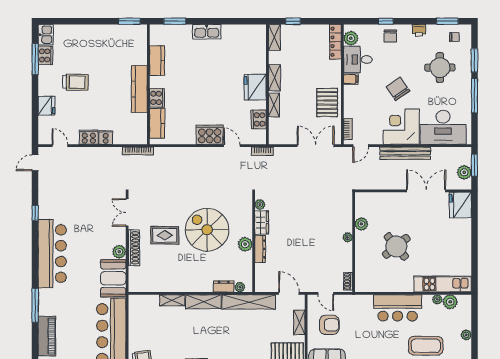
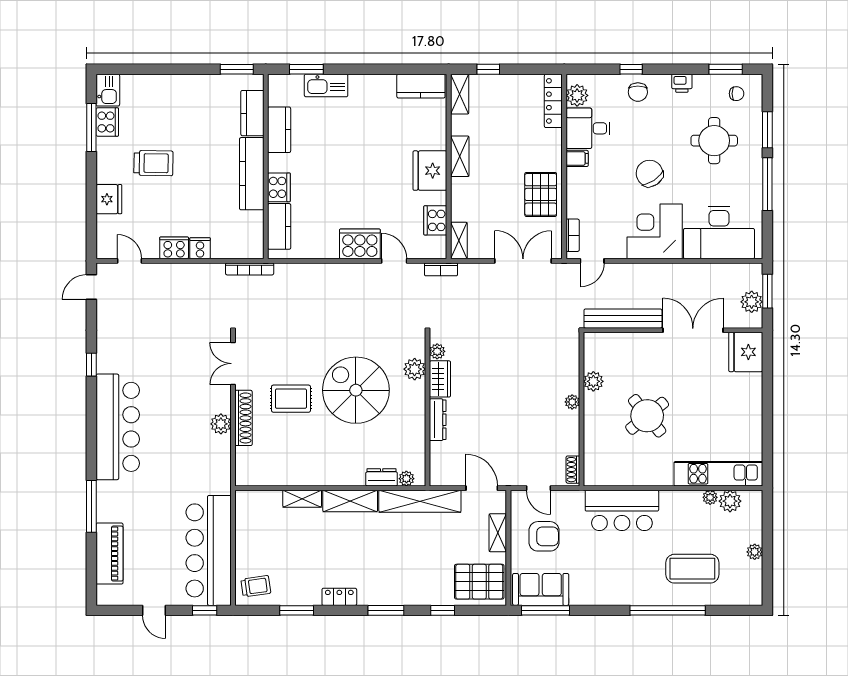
kitchen sink: (207, 32) -> (326, 85), moved
kitchen counter: (249, 32) -> (421, 86), added
kitchen counter: (140, 50) -> (252, 113), added
shelving: (274, 105) -> (459, 241), moved
bench: (405, 153) -> (623, 319), moved
plant: (245, 244) -> (415, 369), moved
booth: (113, 278) -> (212, 465), removed
bar counter: (398, 308) -> (622, 510), moved

